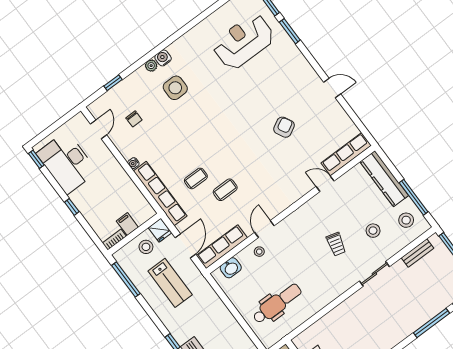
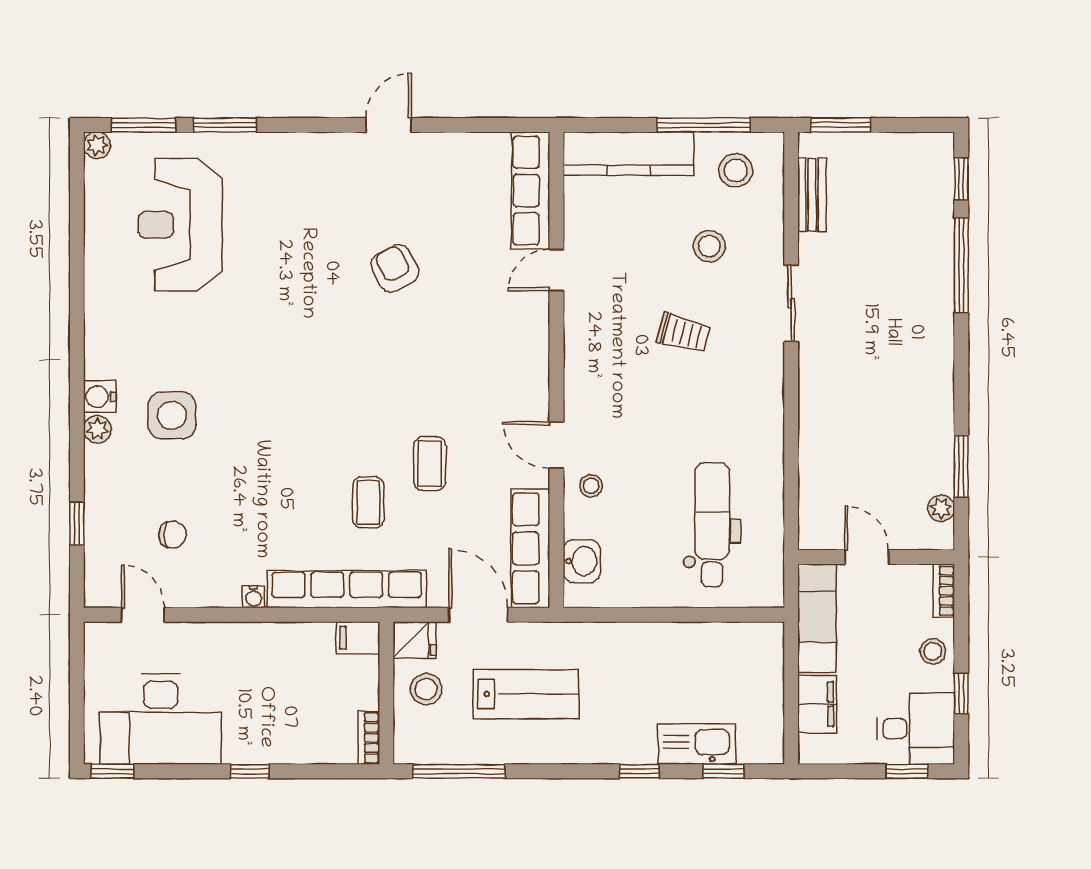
filing cabinet: (127, 224) -> (358, 638), moved

